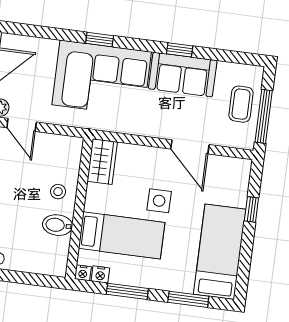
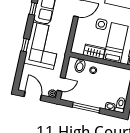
wardrobe: (102, 162) -> (94, 52), moved
bidet: (57, 225) -> (80, 66), moved

